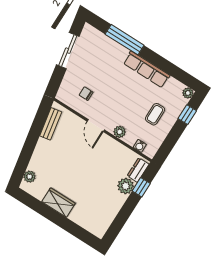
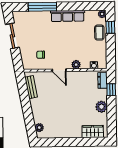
coffee table: (155, 114) -> (99, 33), moved
plant: (126, 186) -> (101, 107), moved
wardrobe: (58, 203) -> (93, 131), moved

